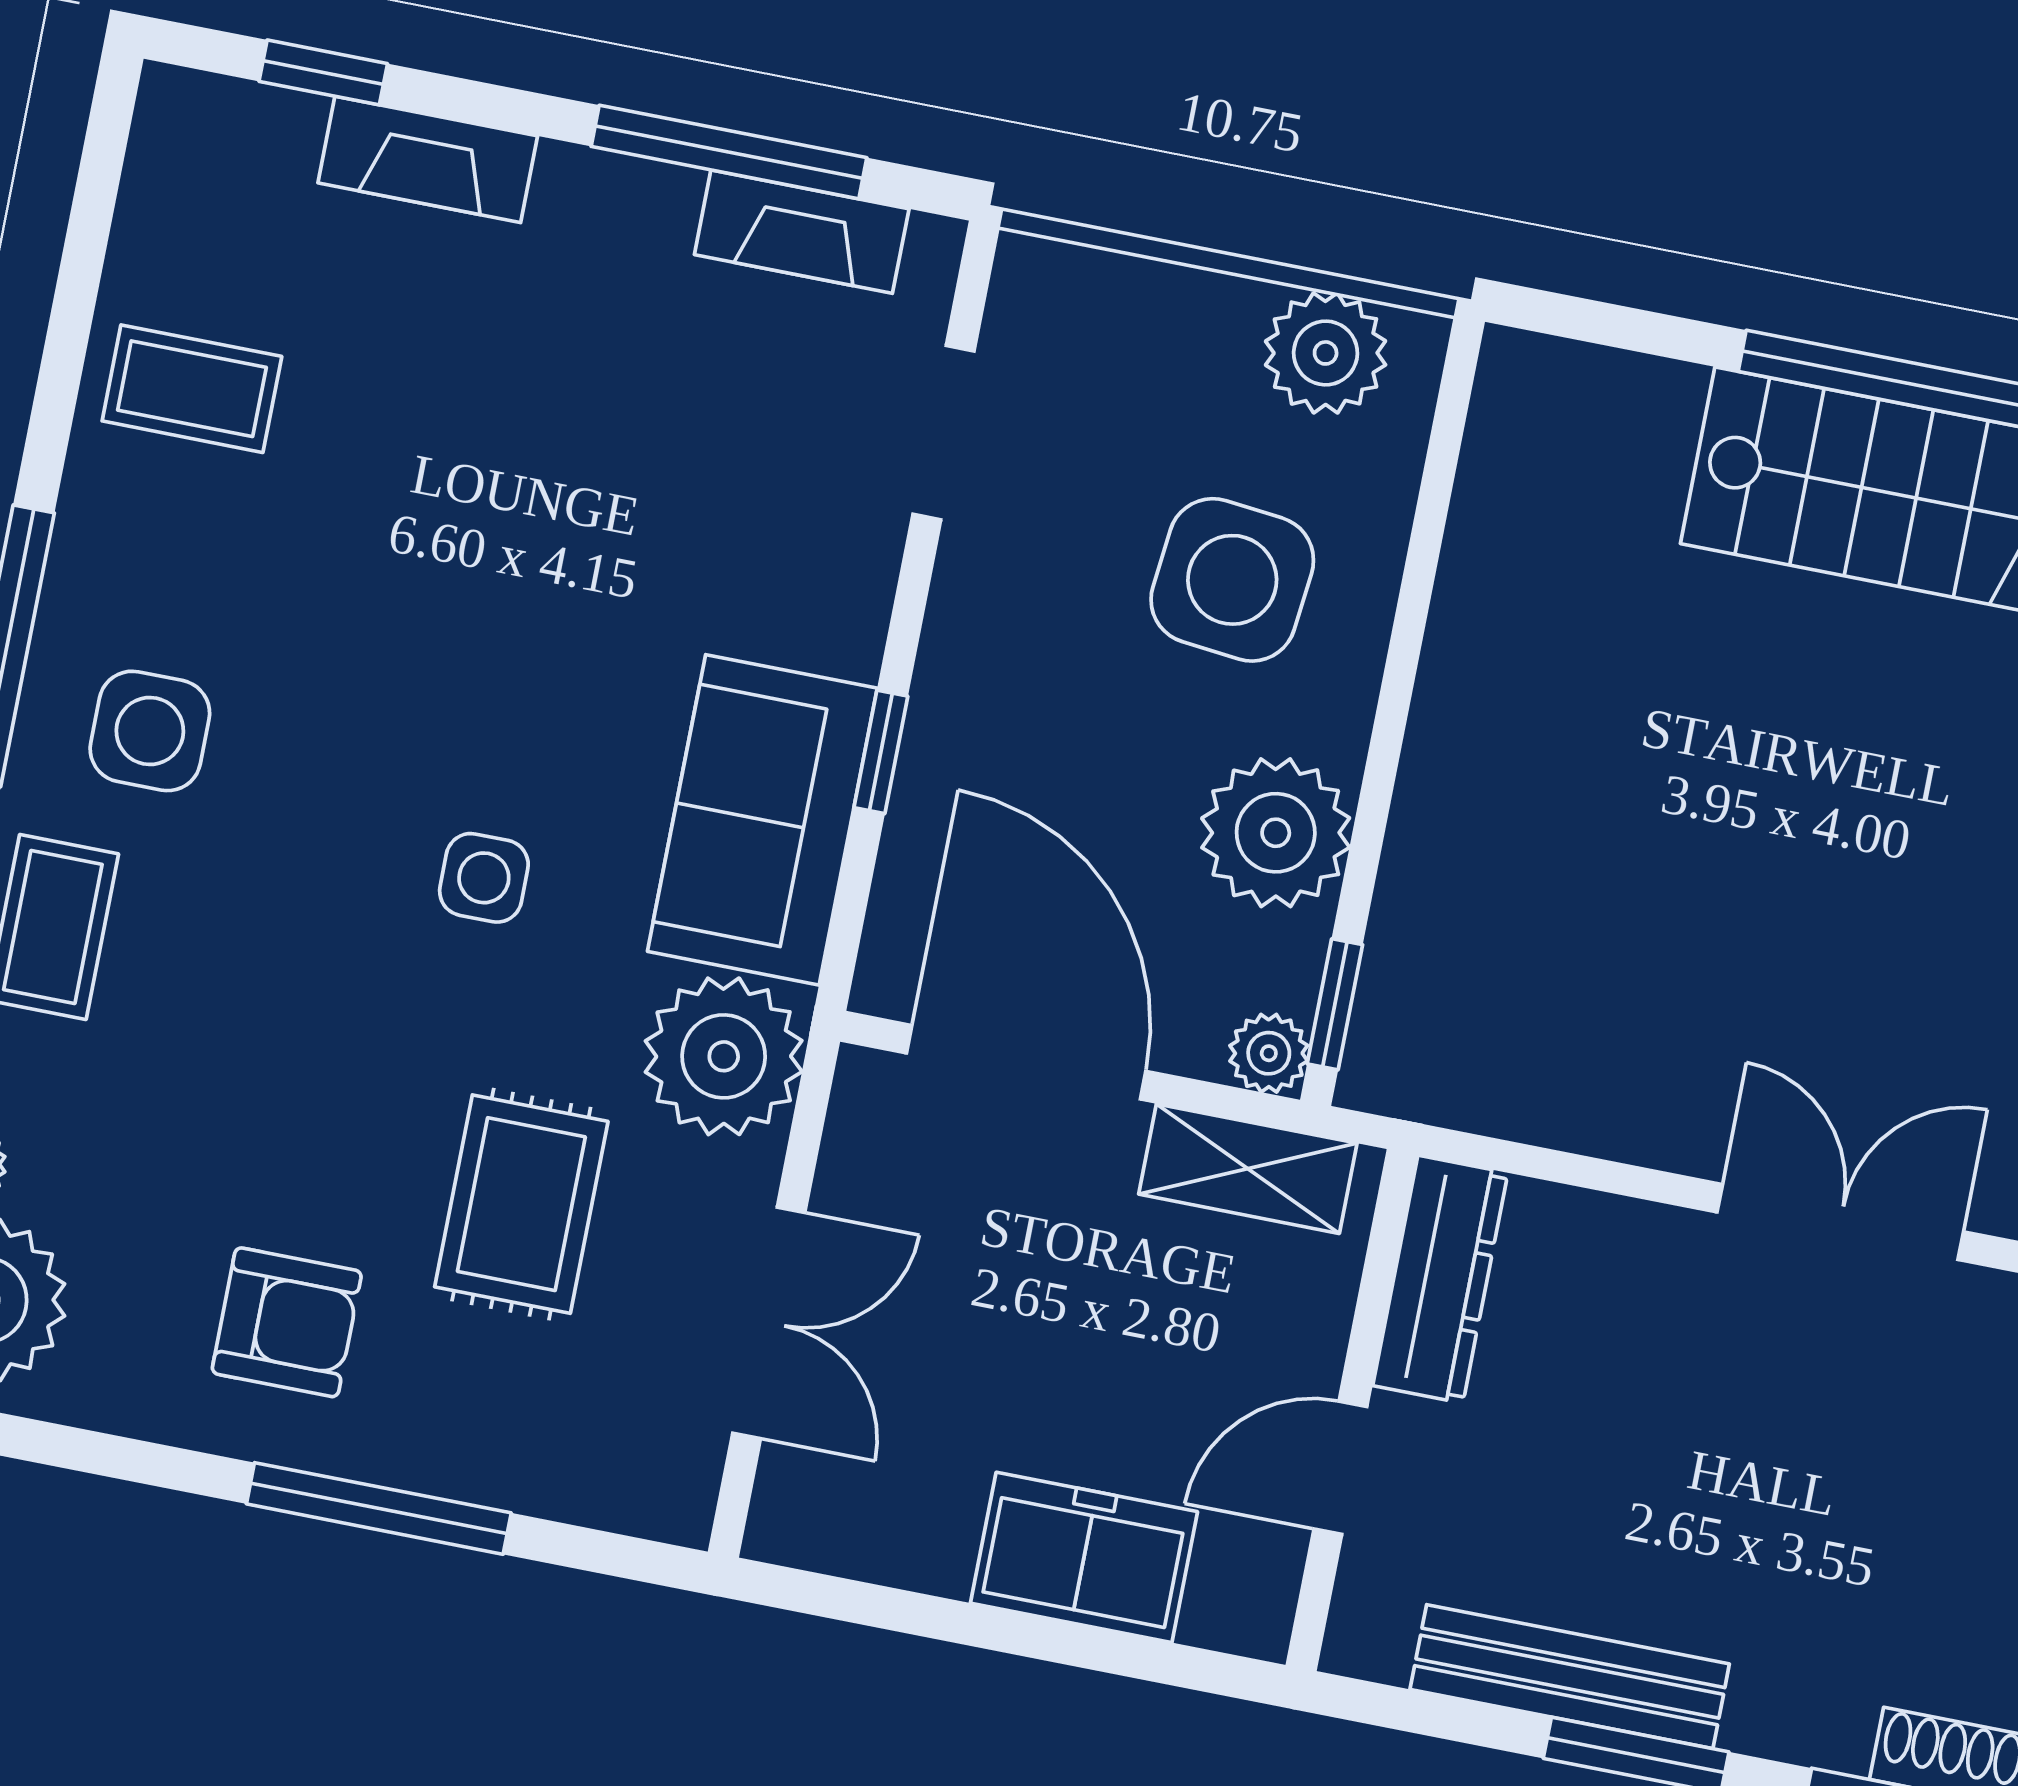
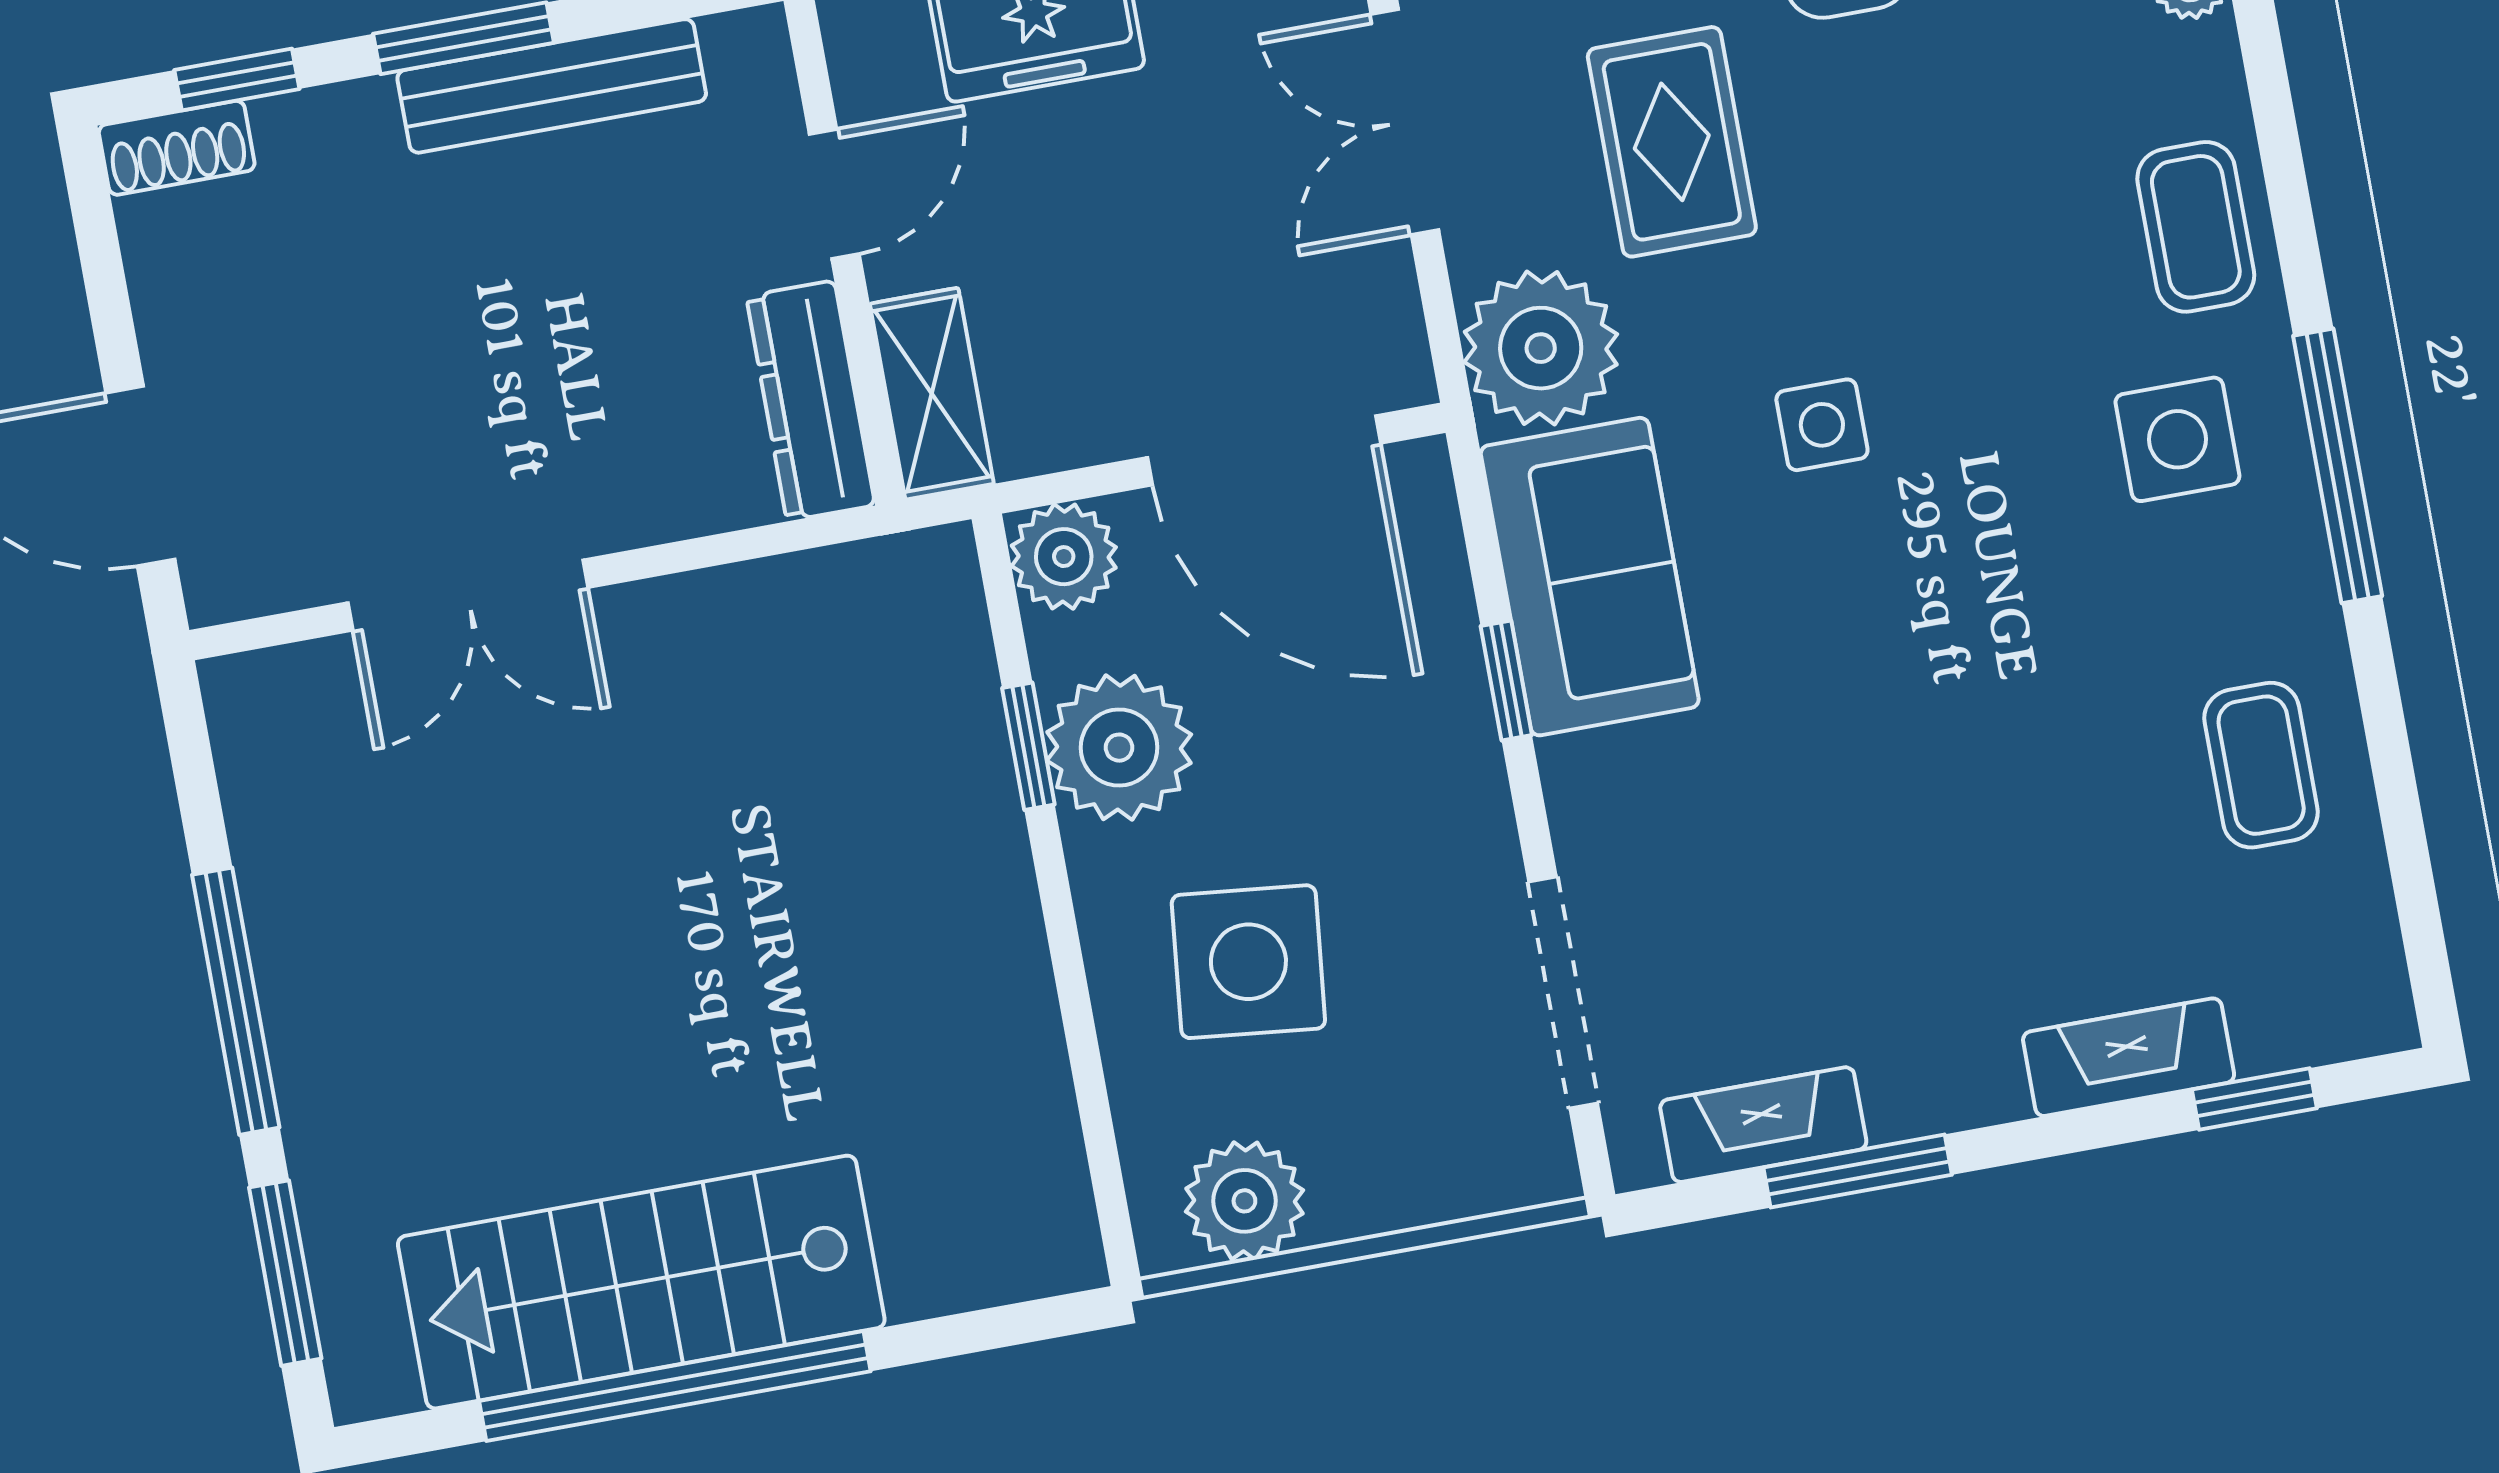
window: (729, 152) -> (1858, 1171), width x0.69
coffee table: (192, 389) -> (2261, 765), turned 90
doorway: (943, 433) -> (1563, 993), width x1.38
window: (1335, 1004) -> (1028, 746), moved
plant: (1269, 1053) -> (1064, 557), width x1.38, depth x1.38
shelving: (1248, 1169) -> (932, 394), moved, turned 90

